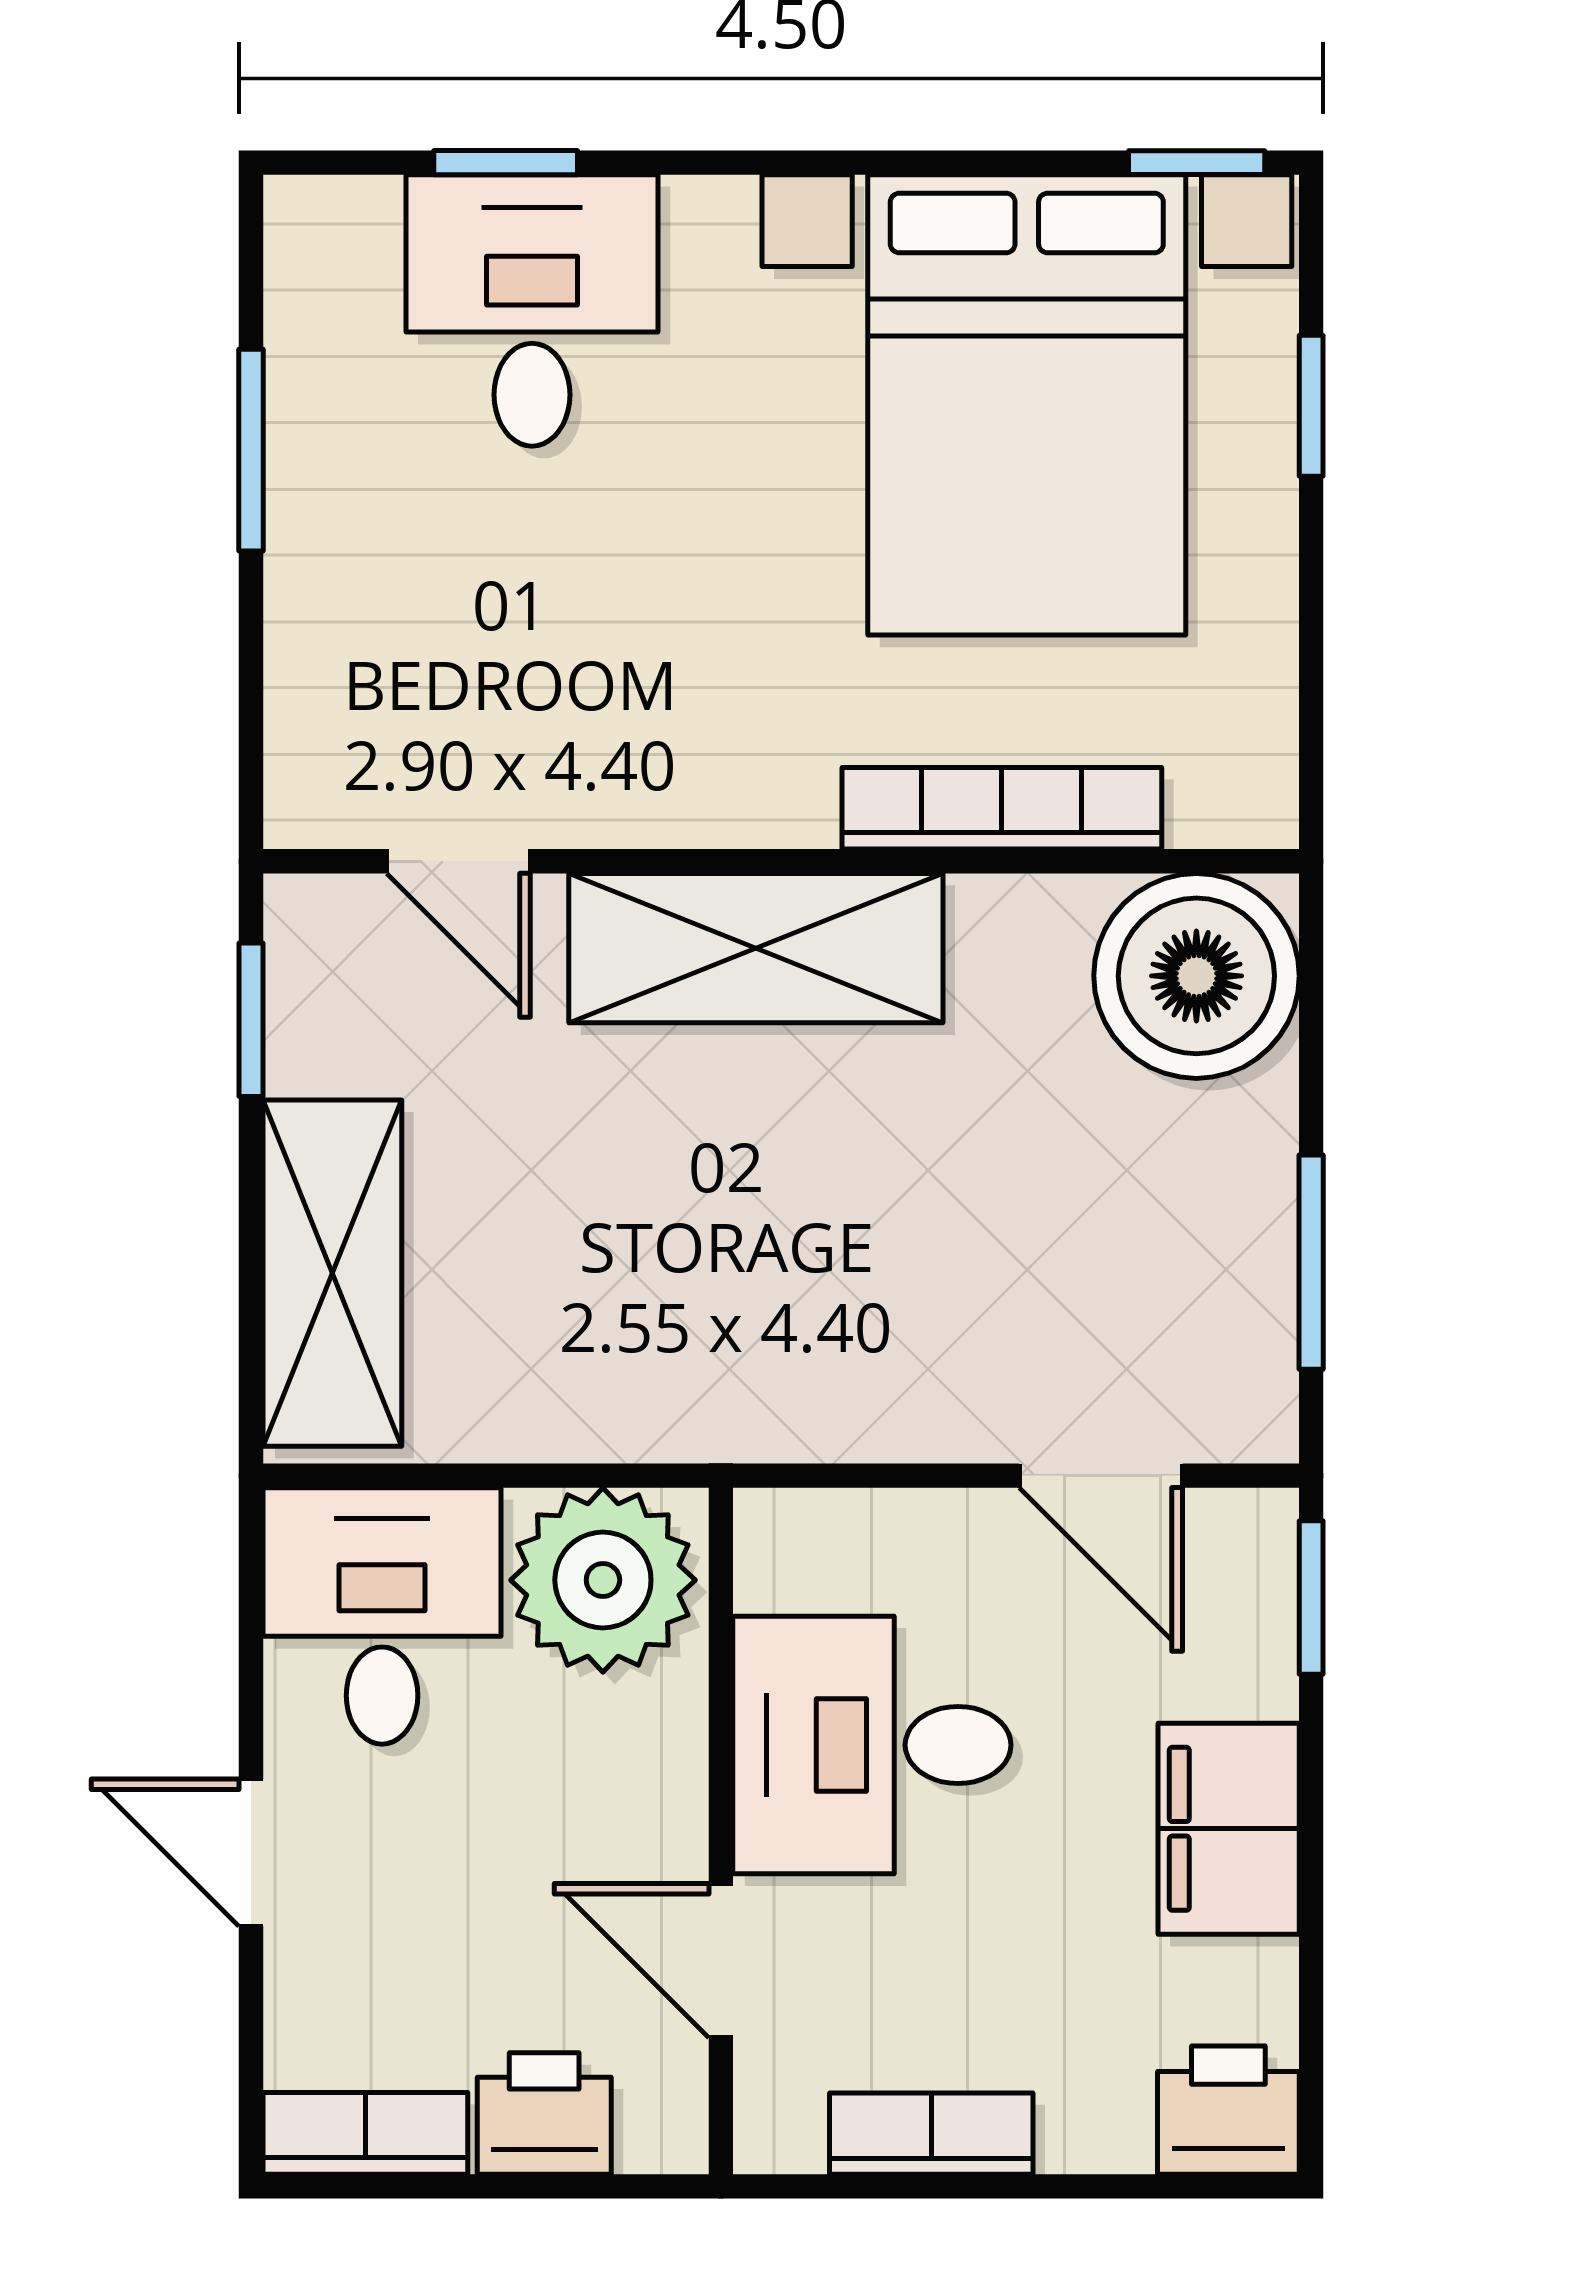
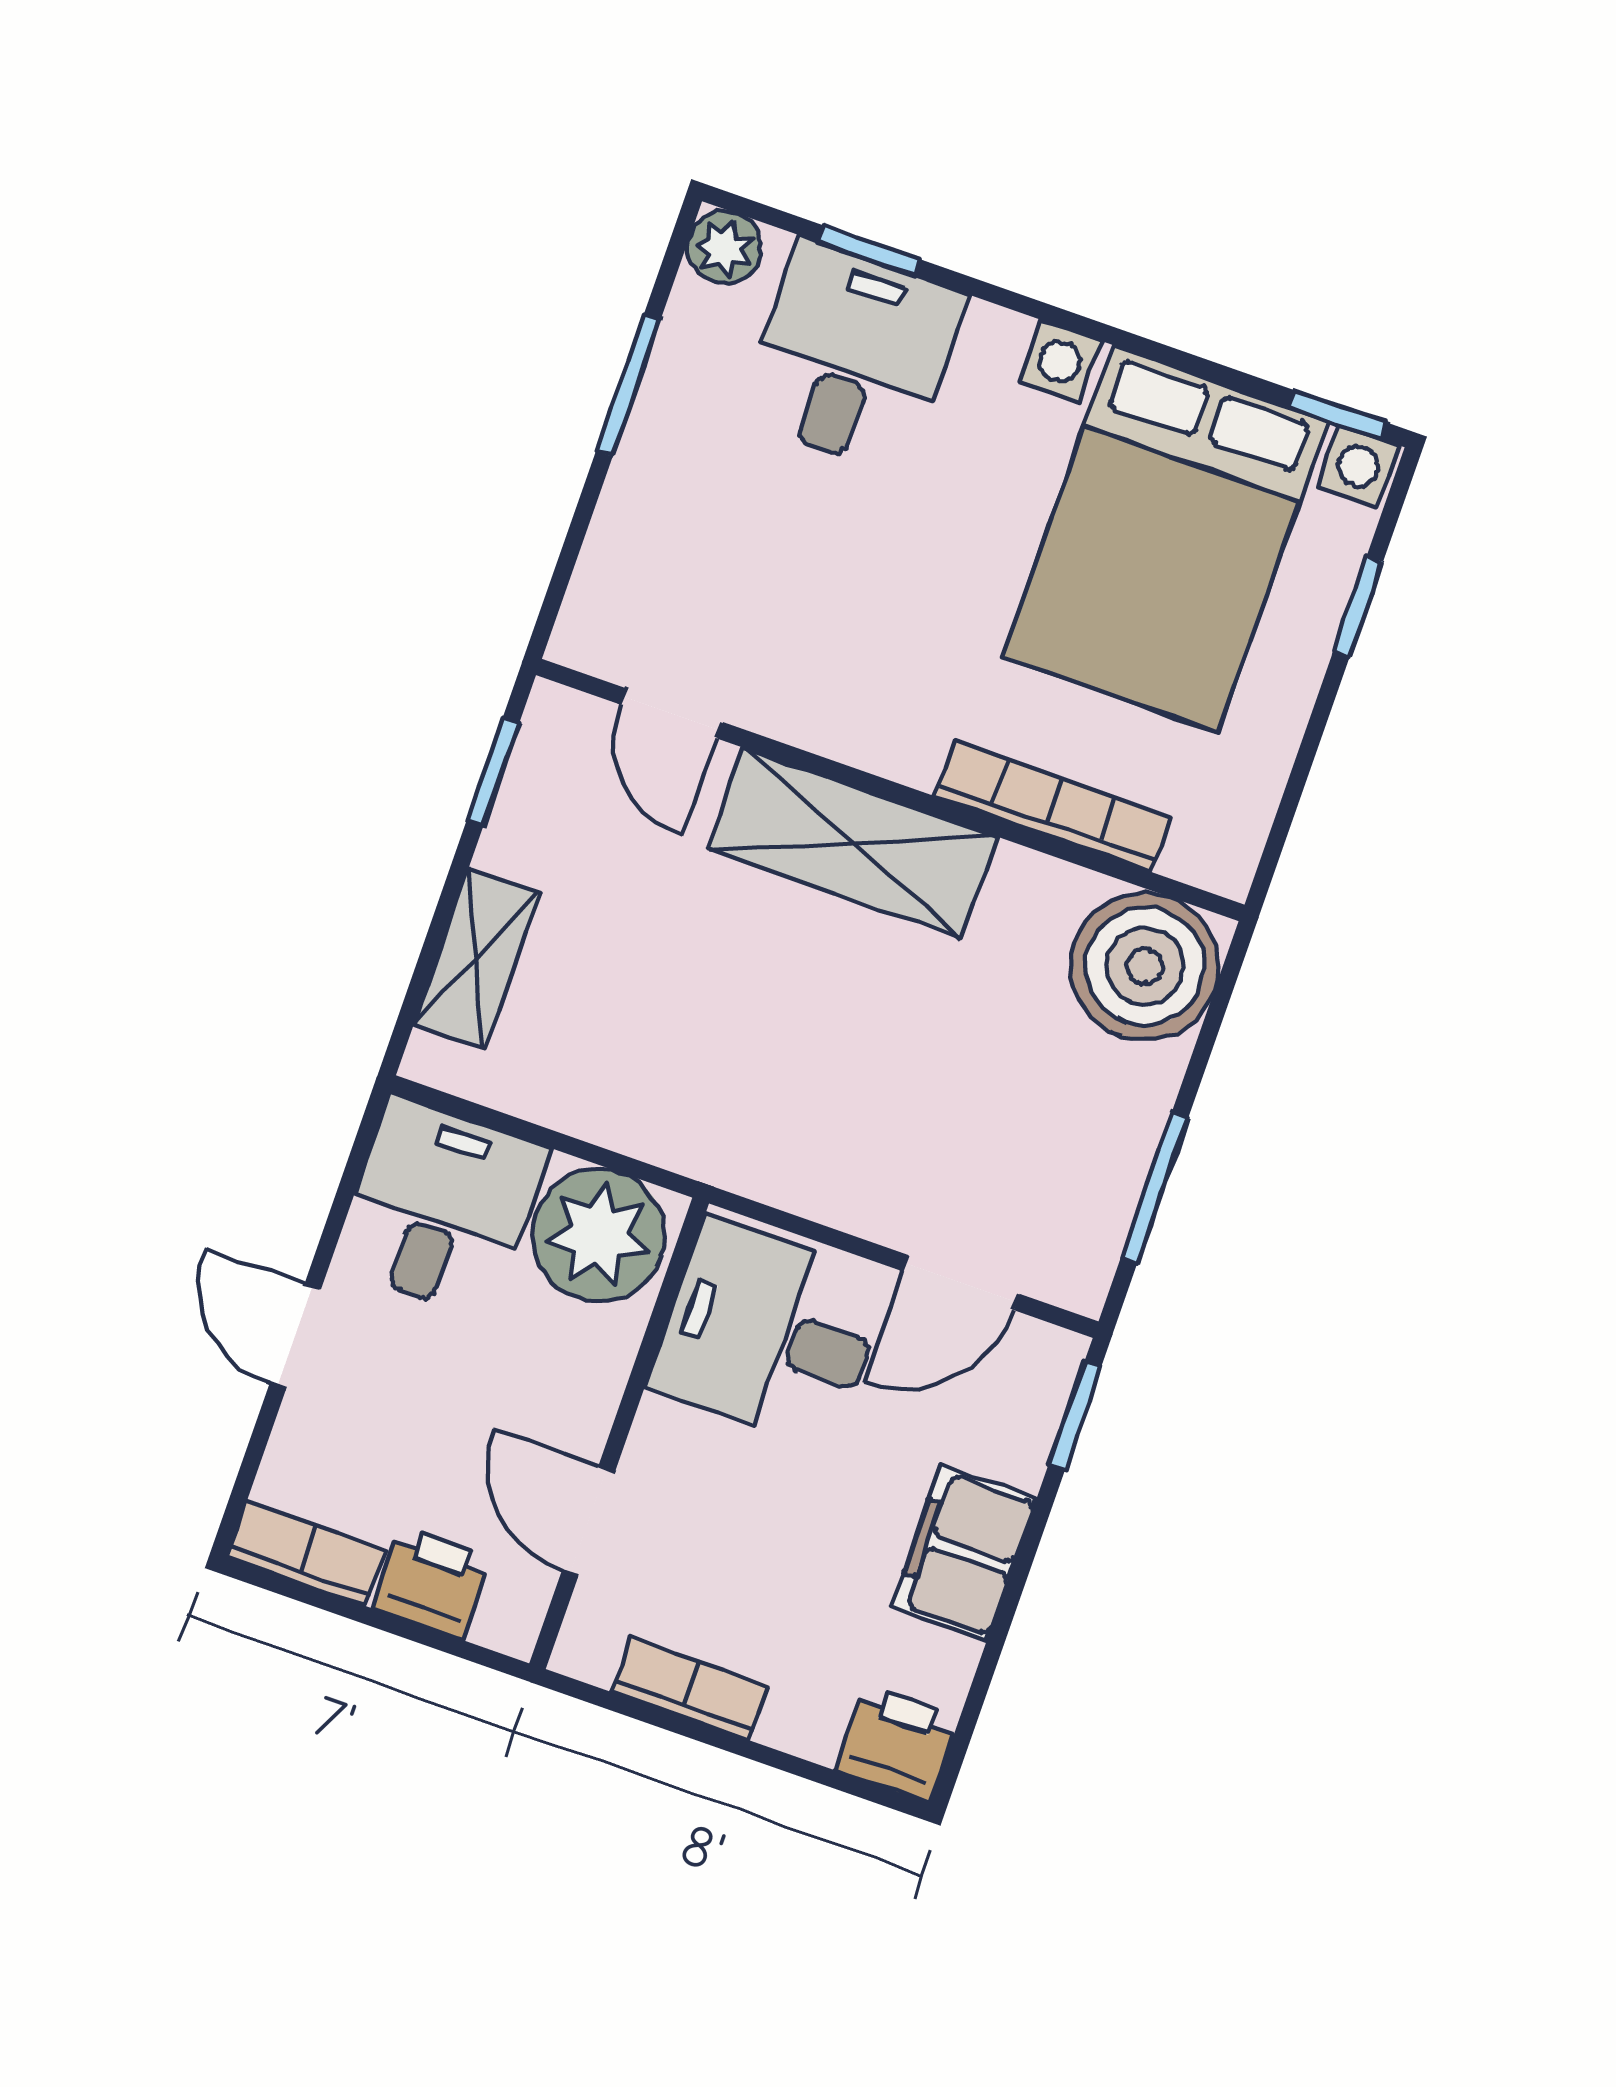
plant: (314, 225) -> (724, 248), added
shelving: (332, 1273) -> (476, 959), width x0.67, depth x0.75
door: (1101, 1476) -> (961, 1283), hinge flipped
desk: (872, 1745) -> (769, 1333), moved

